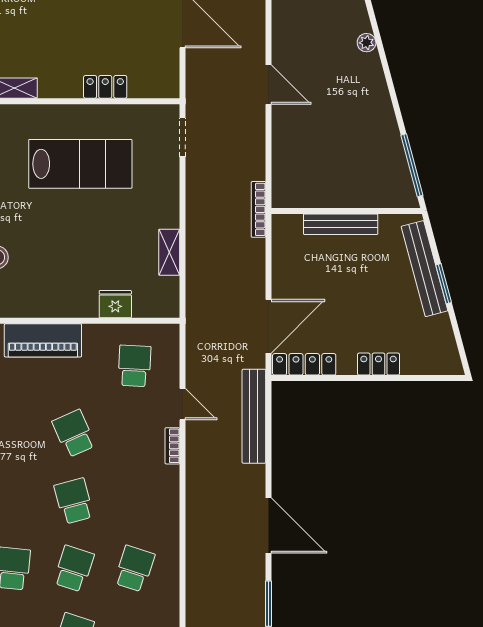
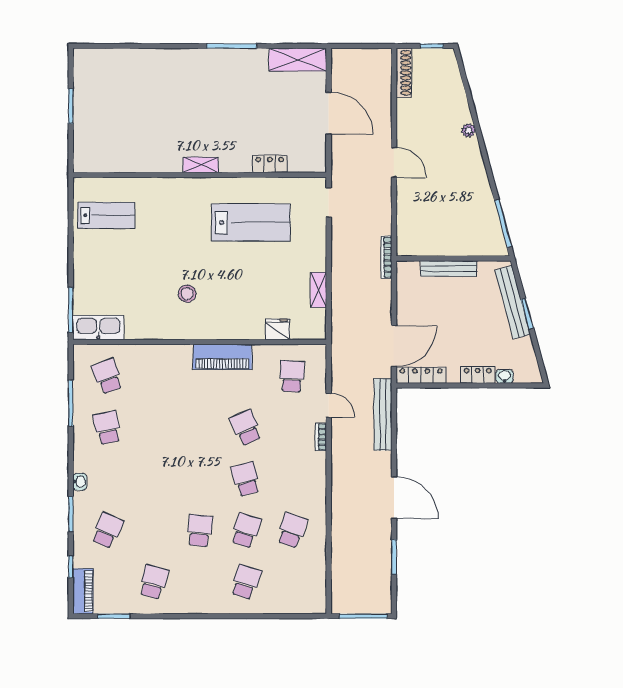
washbasin: (414, 366) -> (505, 376), added

